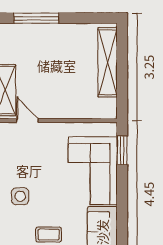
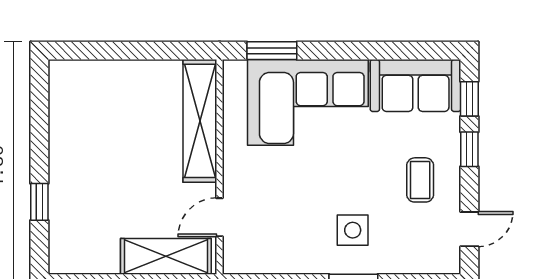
window: (36, 18) -> (39, 202), width x0.46
shelving: (108, 62) -> (200, 121), moved, turned 90

